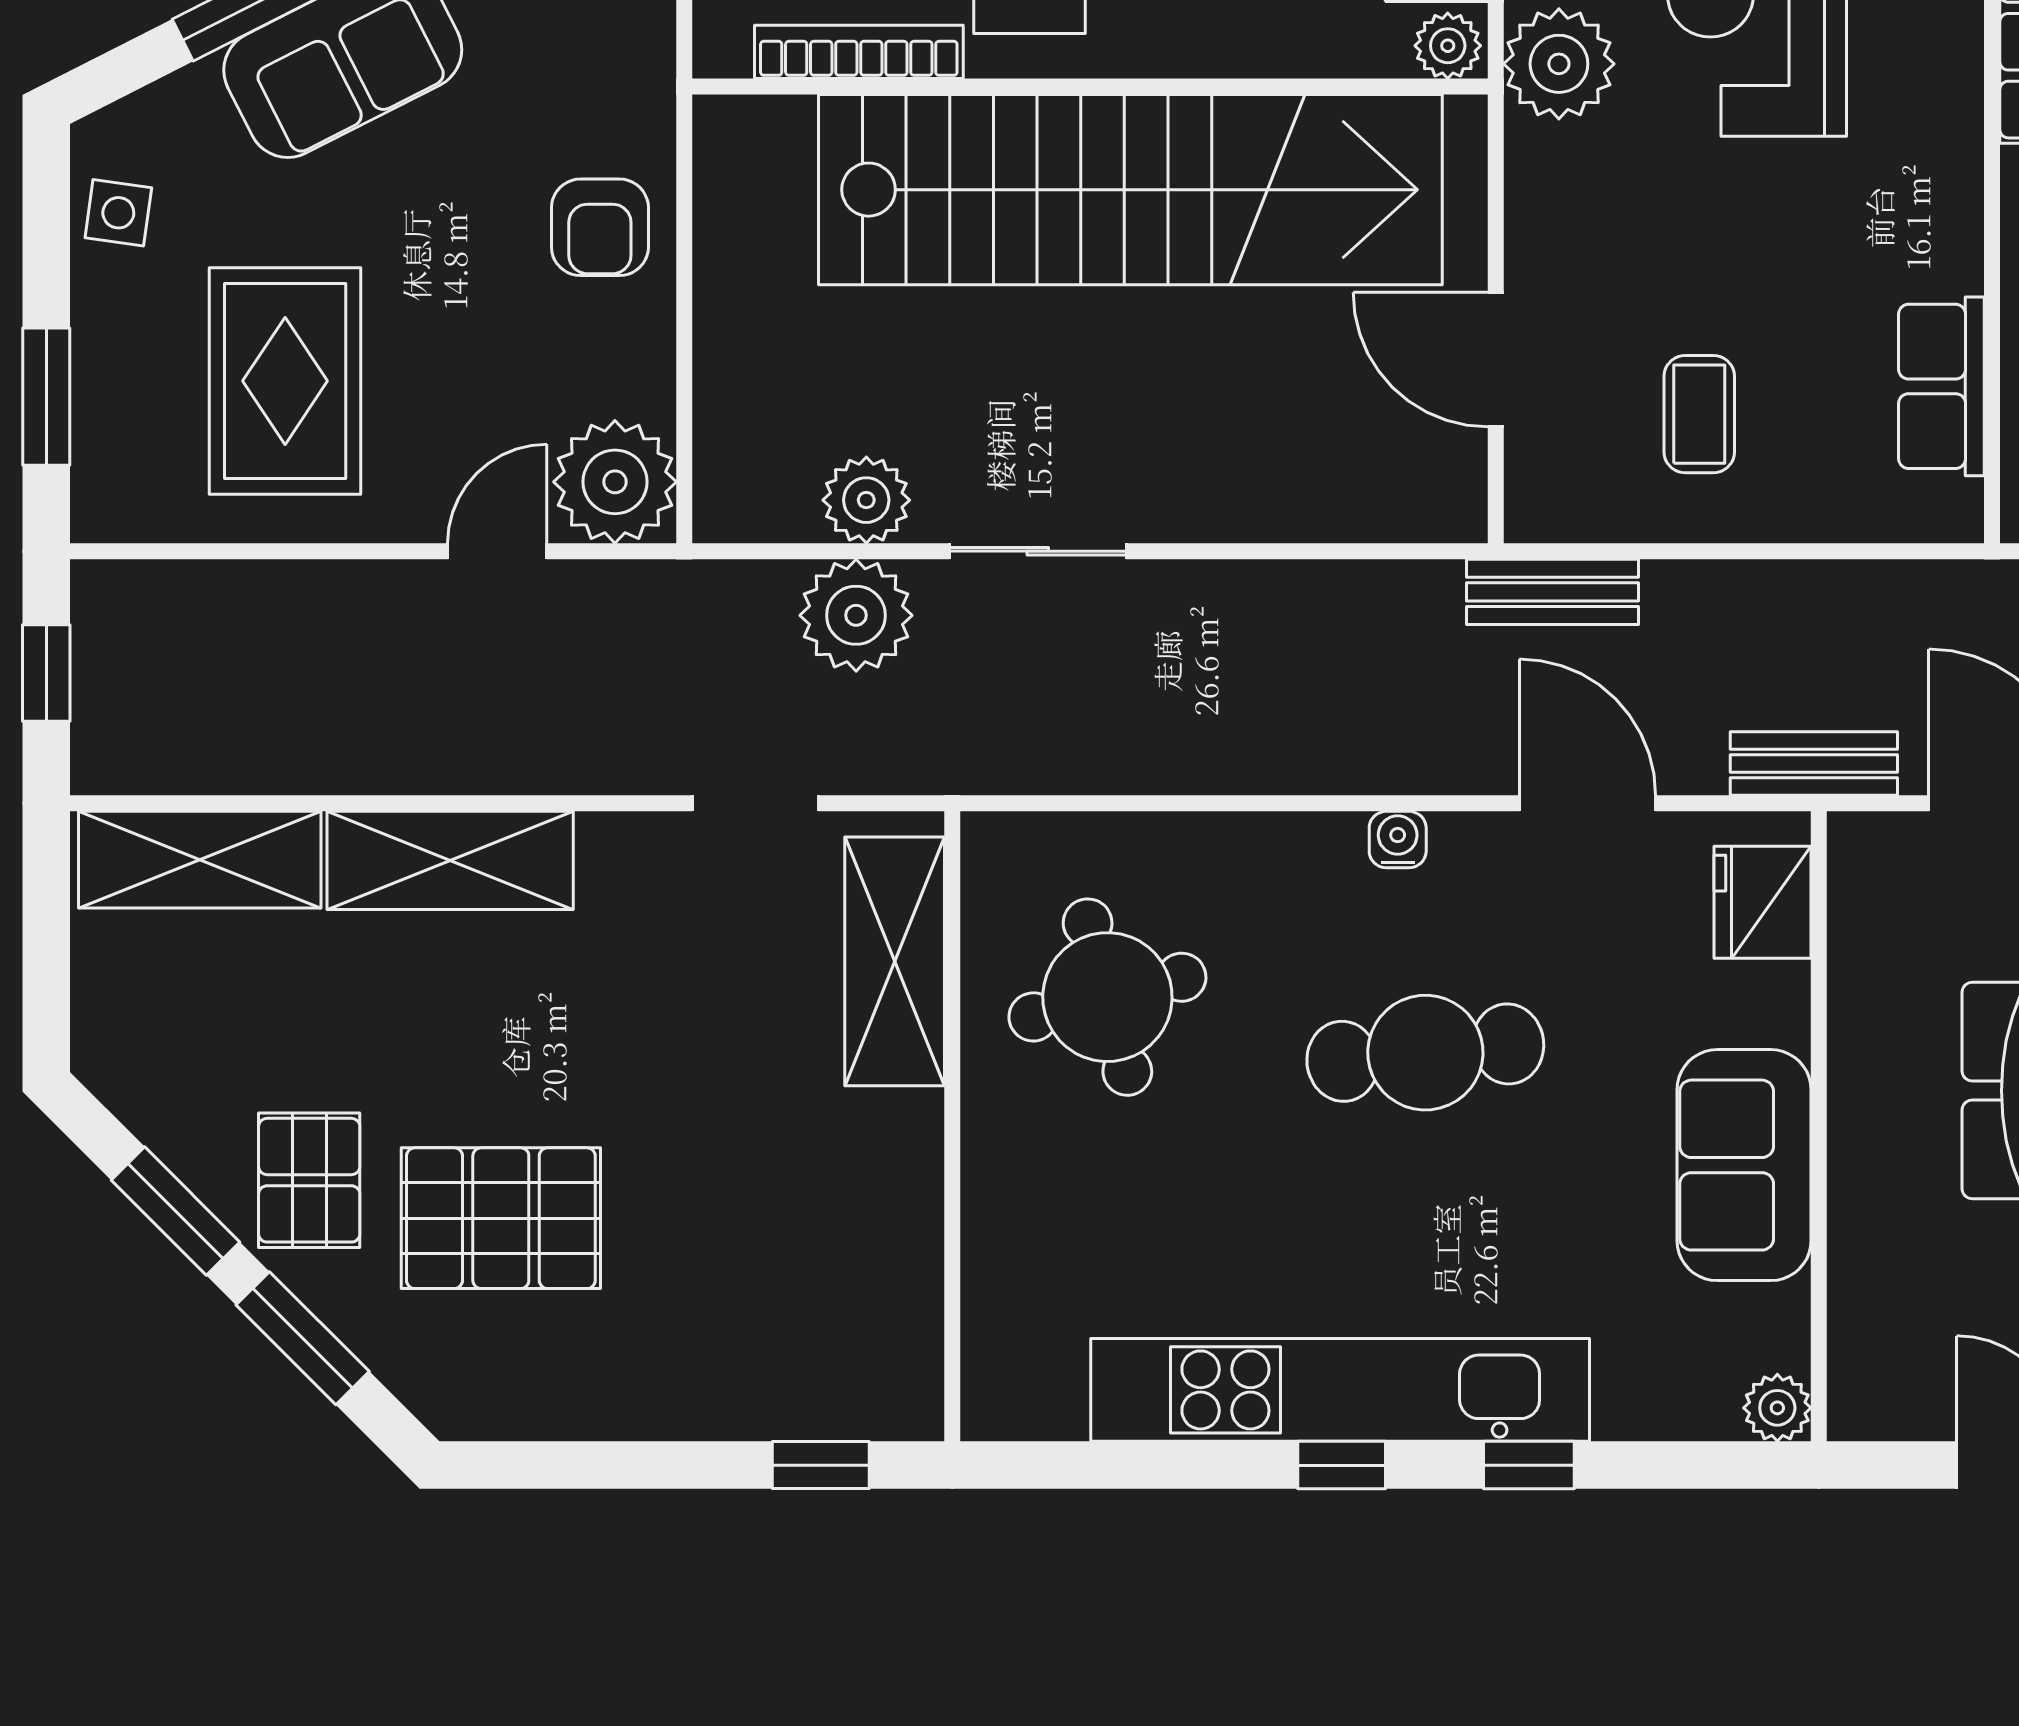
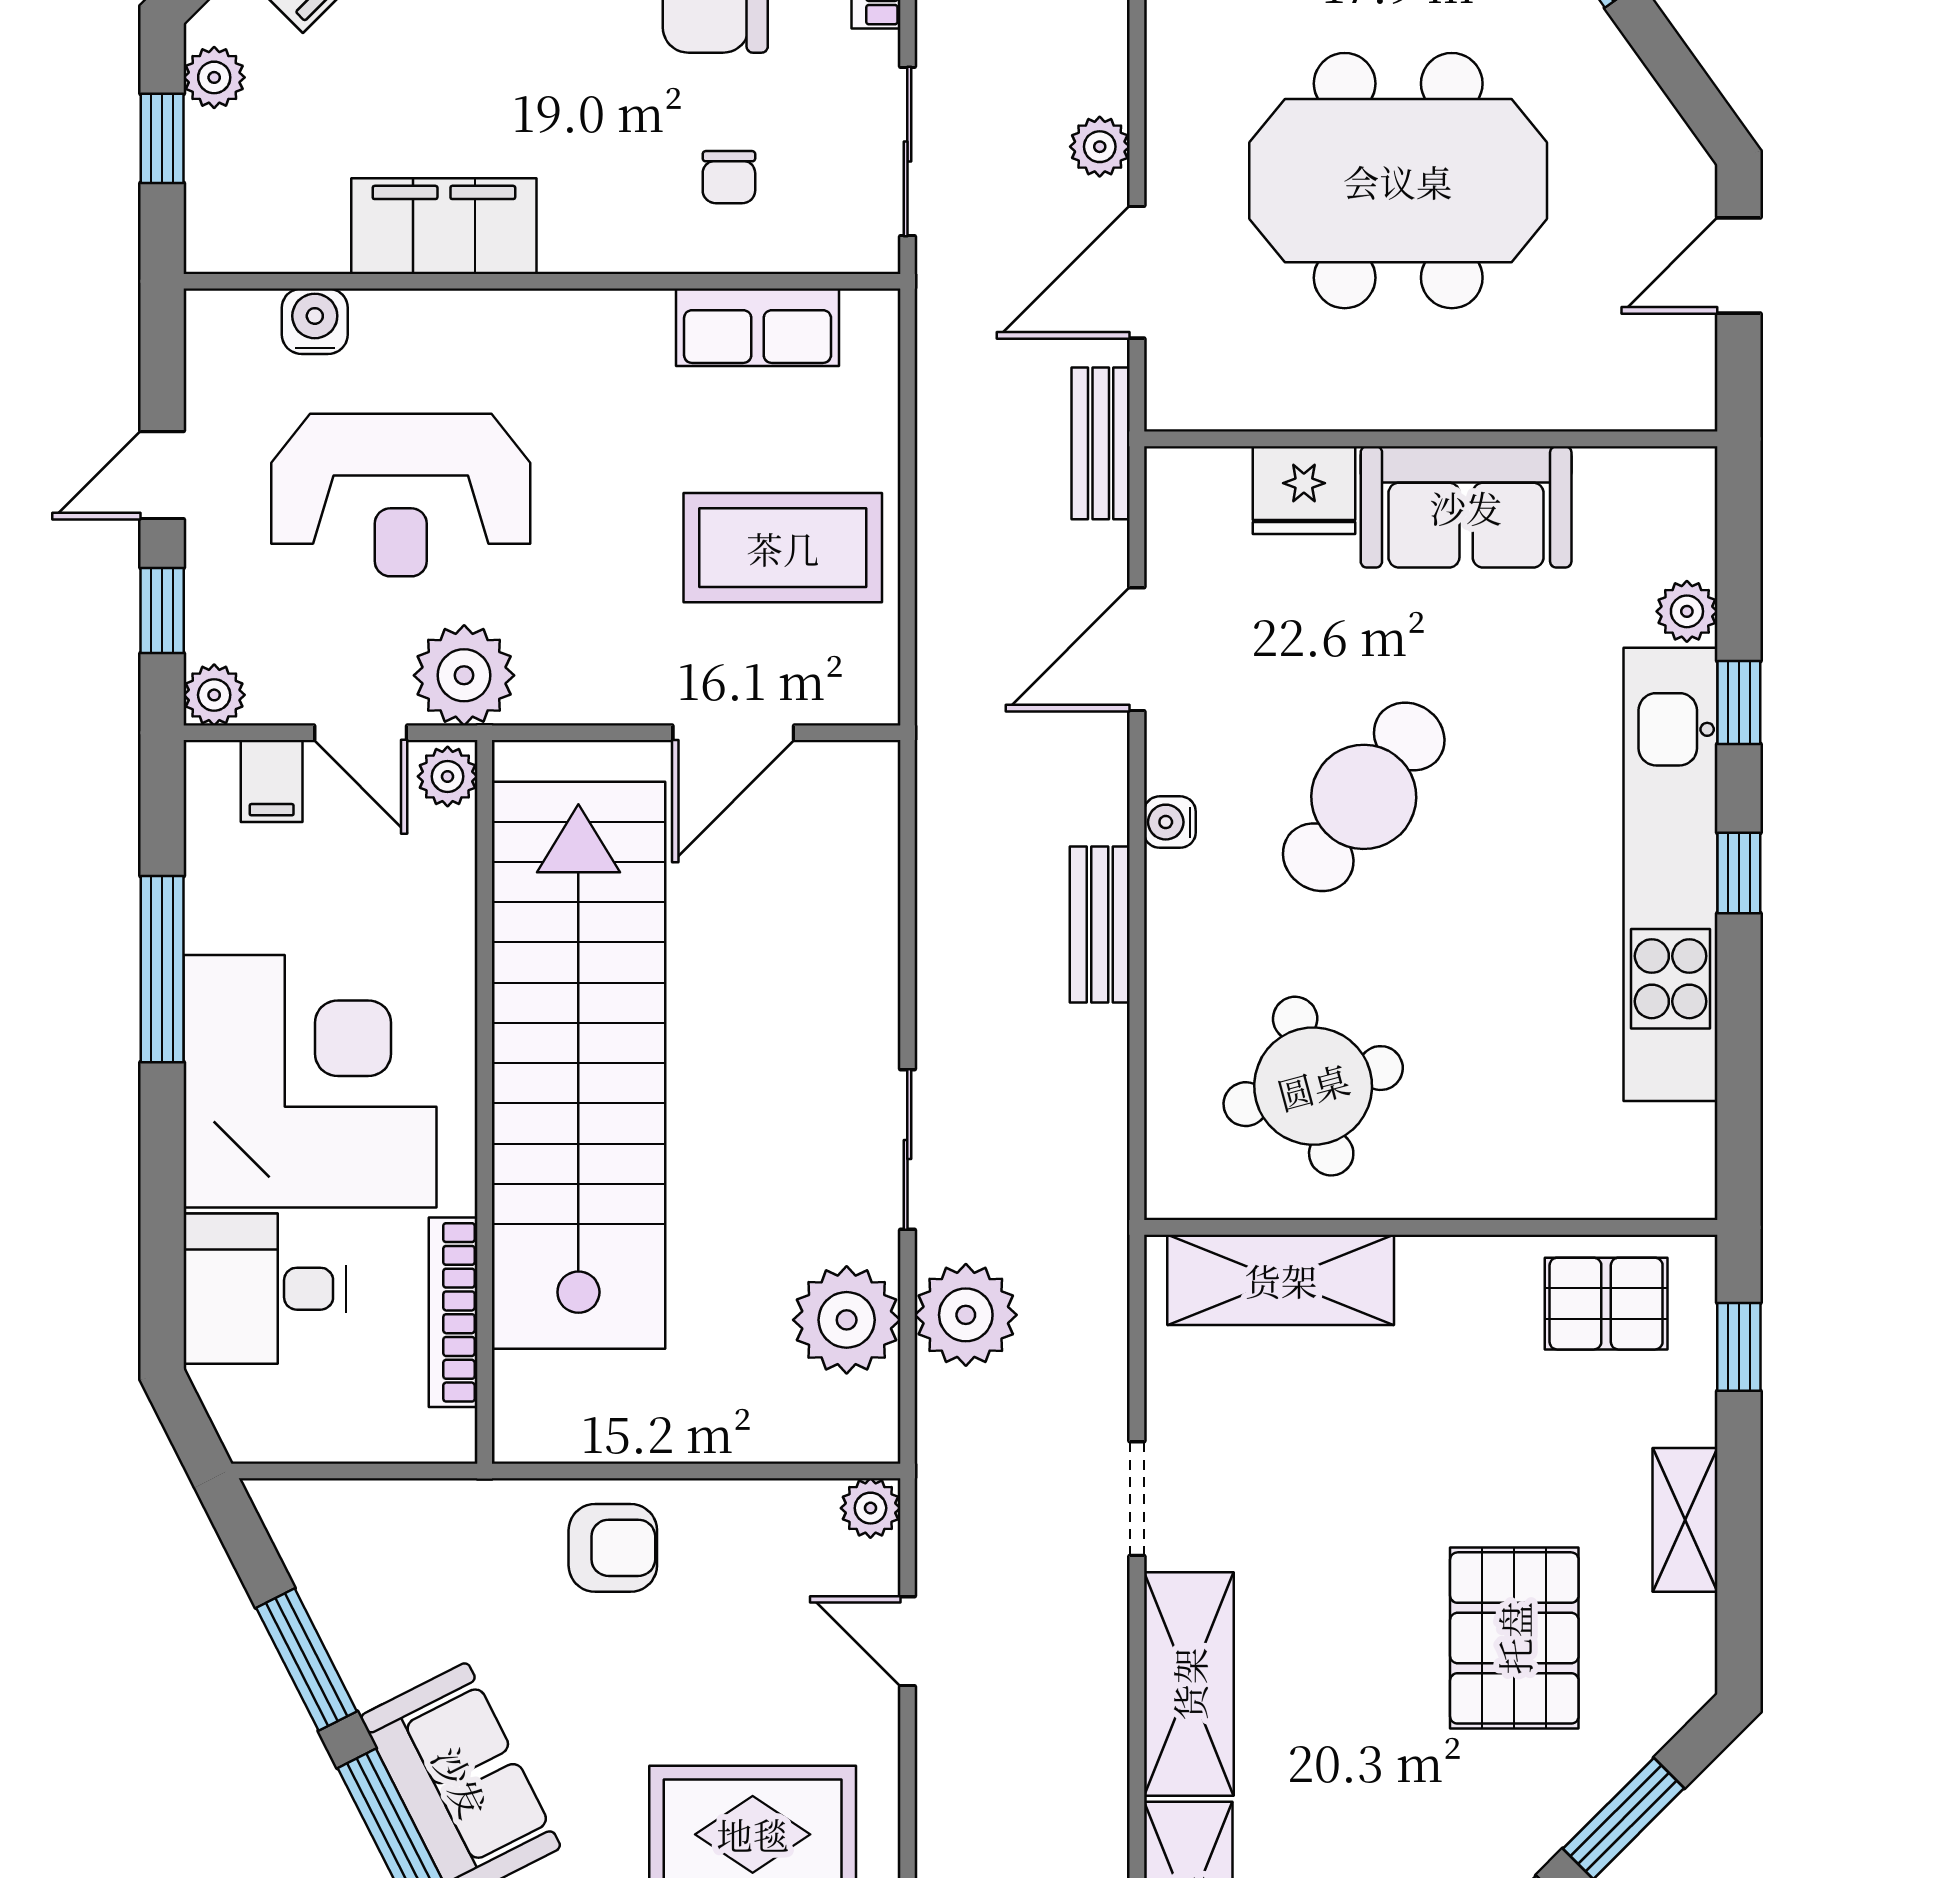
coffee table: (1699, 414) -> (783, 548), width x1.86, depth x1.72
plant: (615, 482) -> (870, 1508), width x0.53, depth x0.53
plant: (866, 500) -> (847, 1320), width x1.36, depth x1.36
bench: (1553, 592) -> (1100, 925), moved
doorway: (755, 803) -> (1137, 1499), moved
fridge: (1763, 902) -> (1304, 490), moved
cafe table: (1425, 1053) -> (1364, 797), turned 43
pallet: (309, 1180) -> (1606, 1304), moved
shelving: (631, 1406) -> (1685, 1520), added
plant: (1777, 1408) -> (1687, 611), moved

